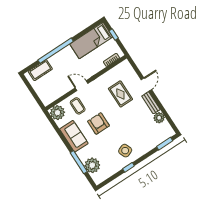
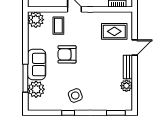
rug: (120, 94) -> (114, 31), moved, turned 90
armchair: (98, 123) -> (67, 54), turned -90
sofa: (74, 136) -> (37, 64), moved

